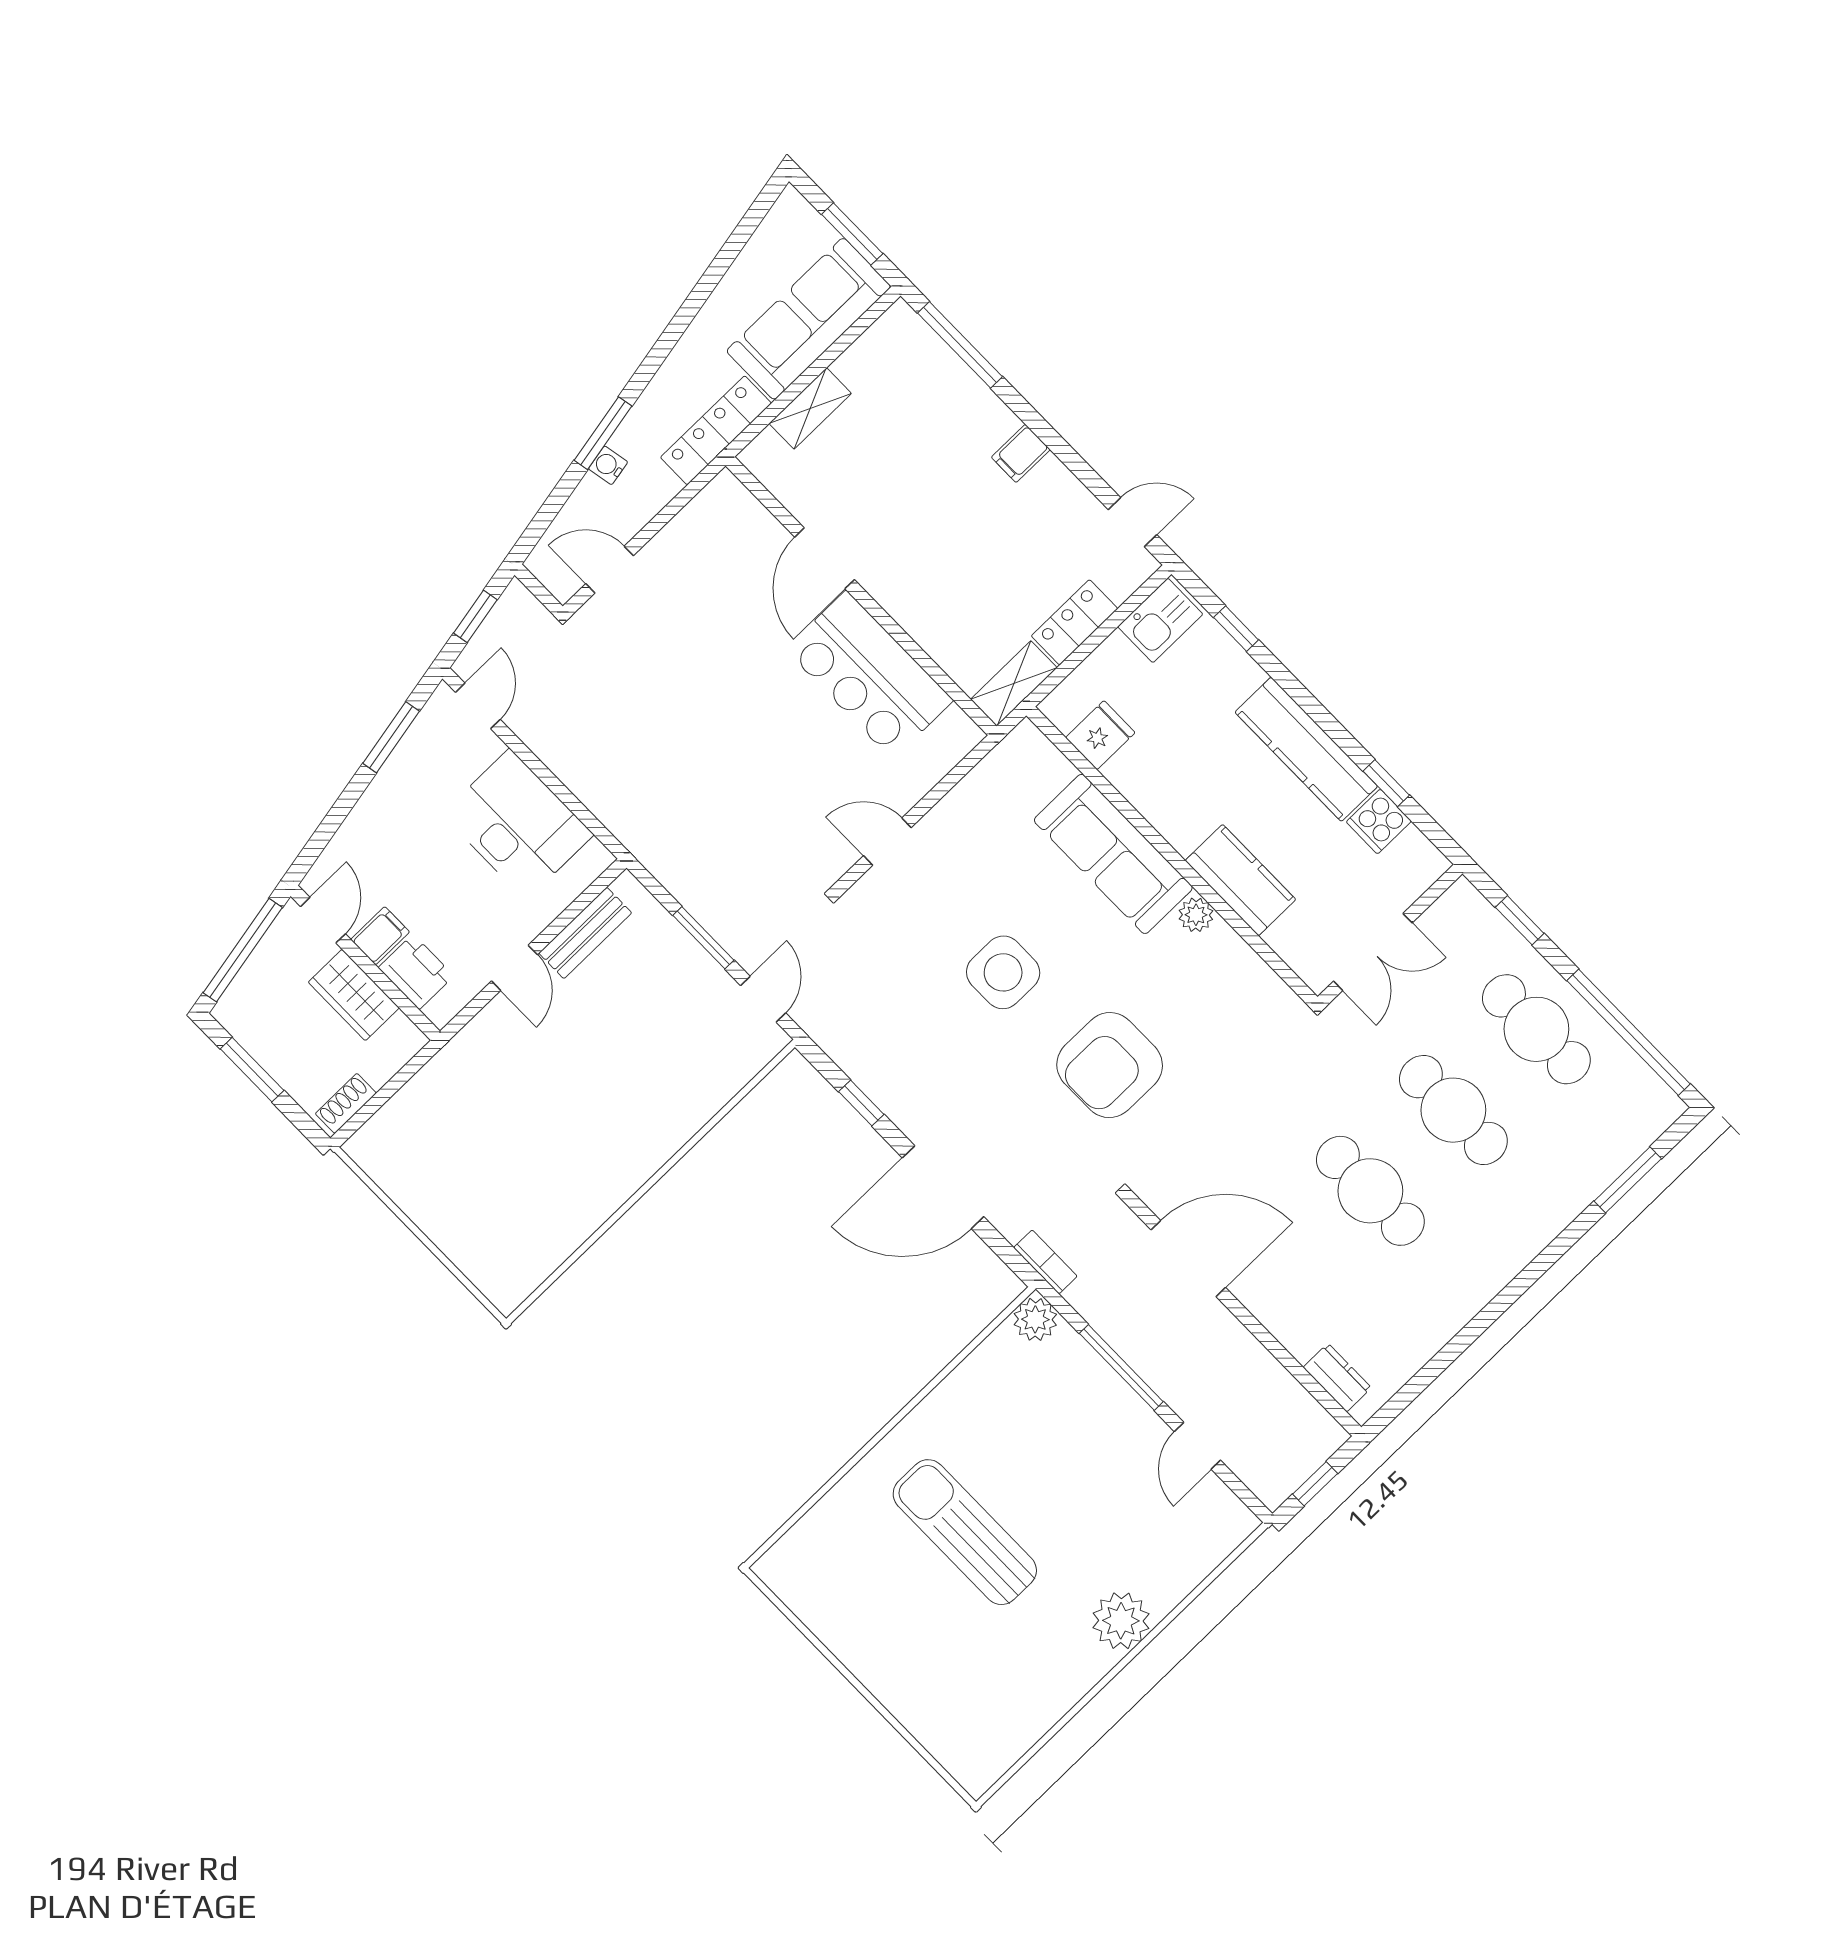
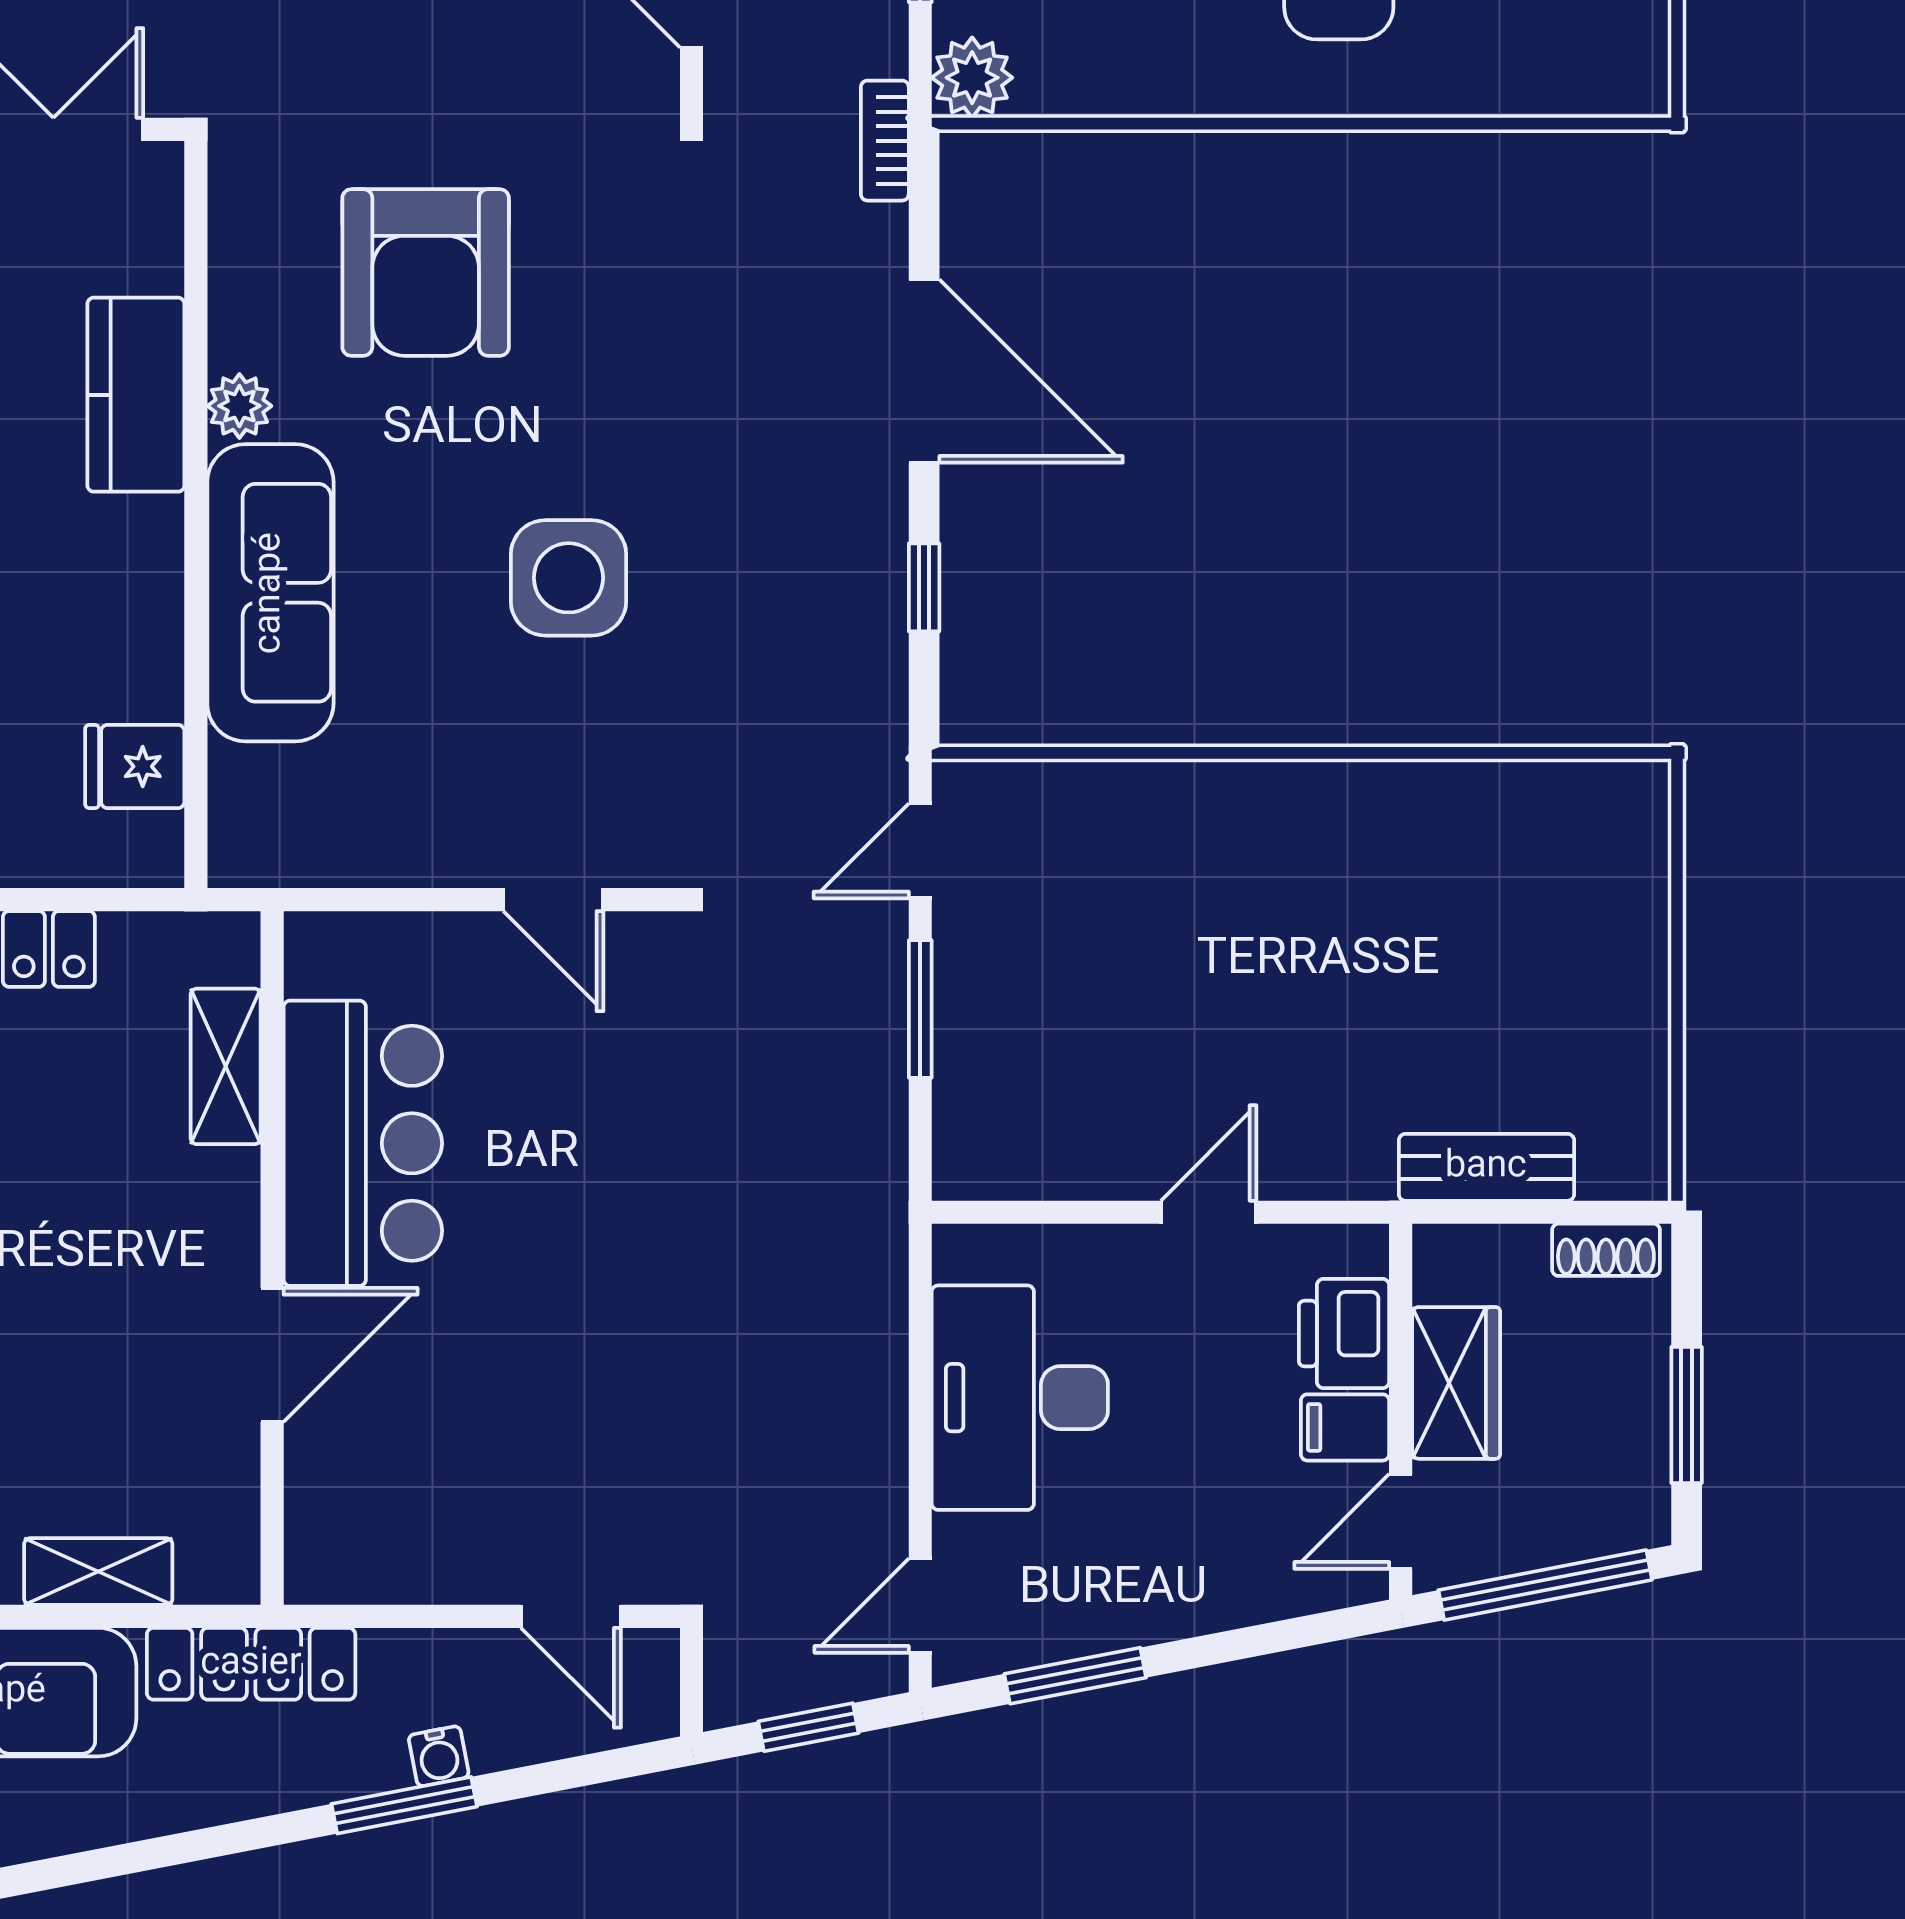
shelving: (1014, 684) -> (226, 1066), moved, turned 90
bench: (585, 933) -> (1486, 1167), moved
armchair: (1110, 1065) -> (426, 273), moved, turned 90

